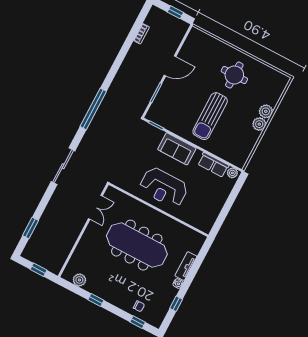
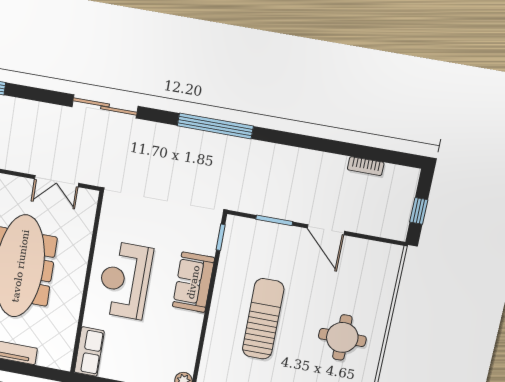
sun lounger: (210, 116) -> (263, 319), turned 90
row of seats: (213, 165) -> (89, 352), moved, turned 180

